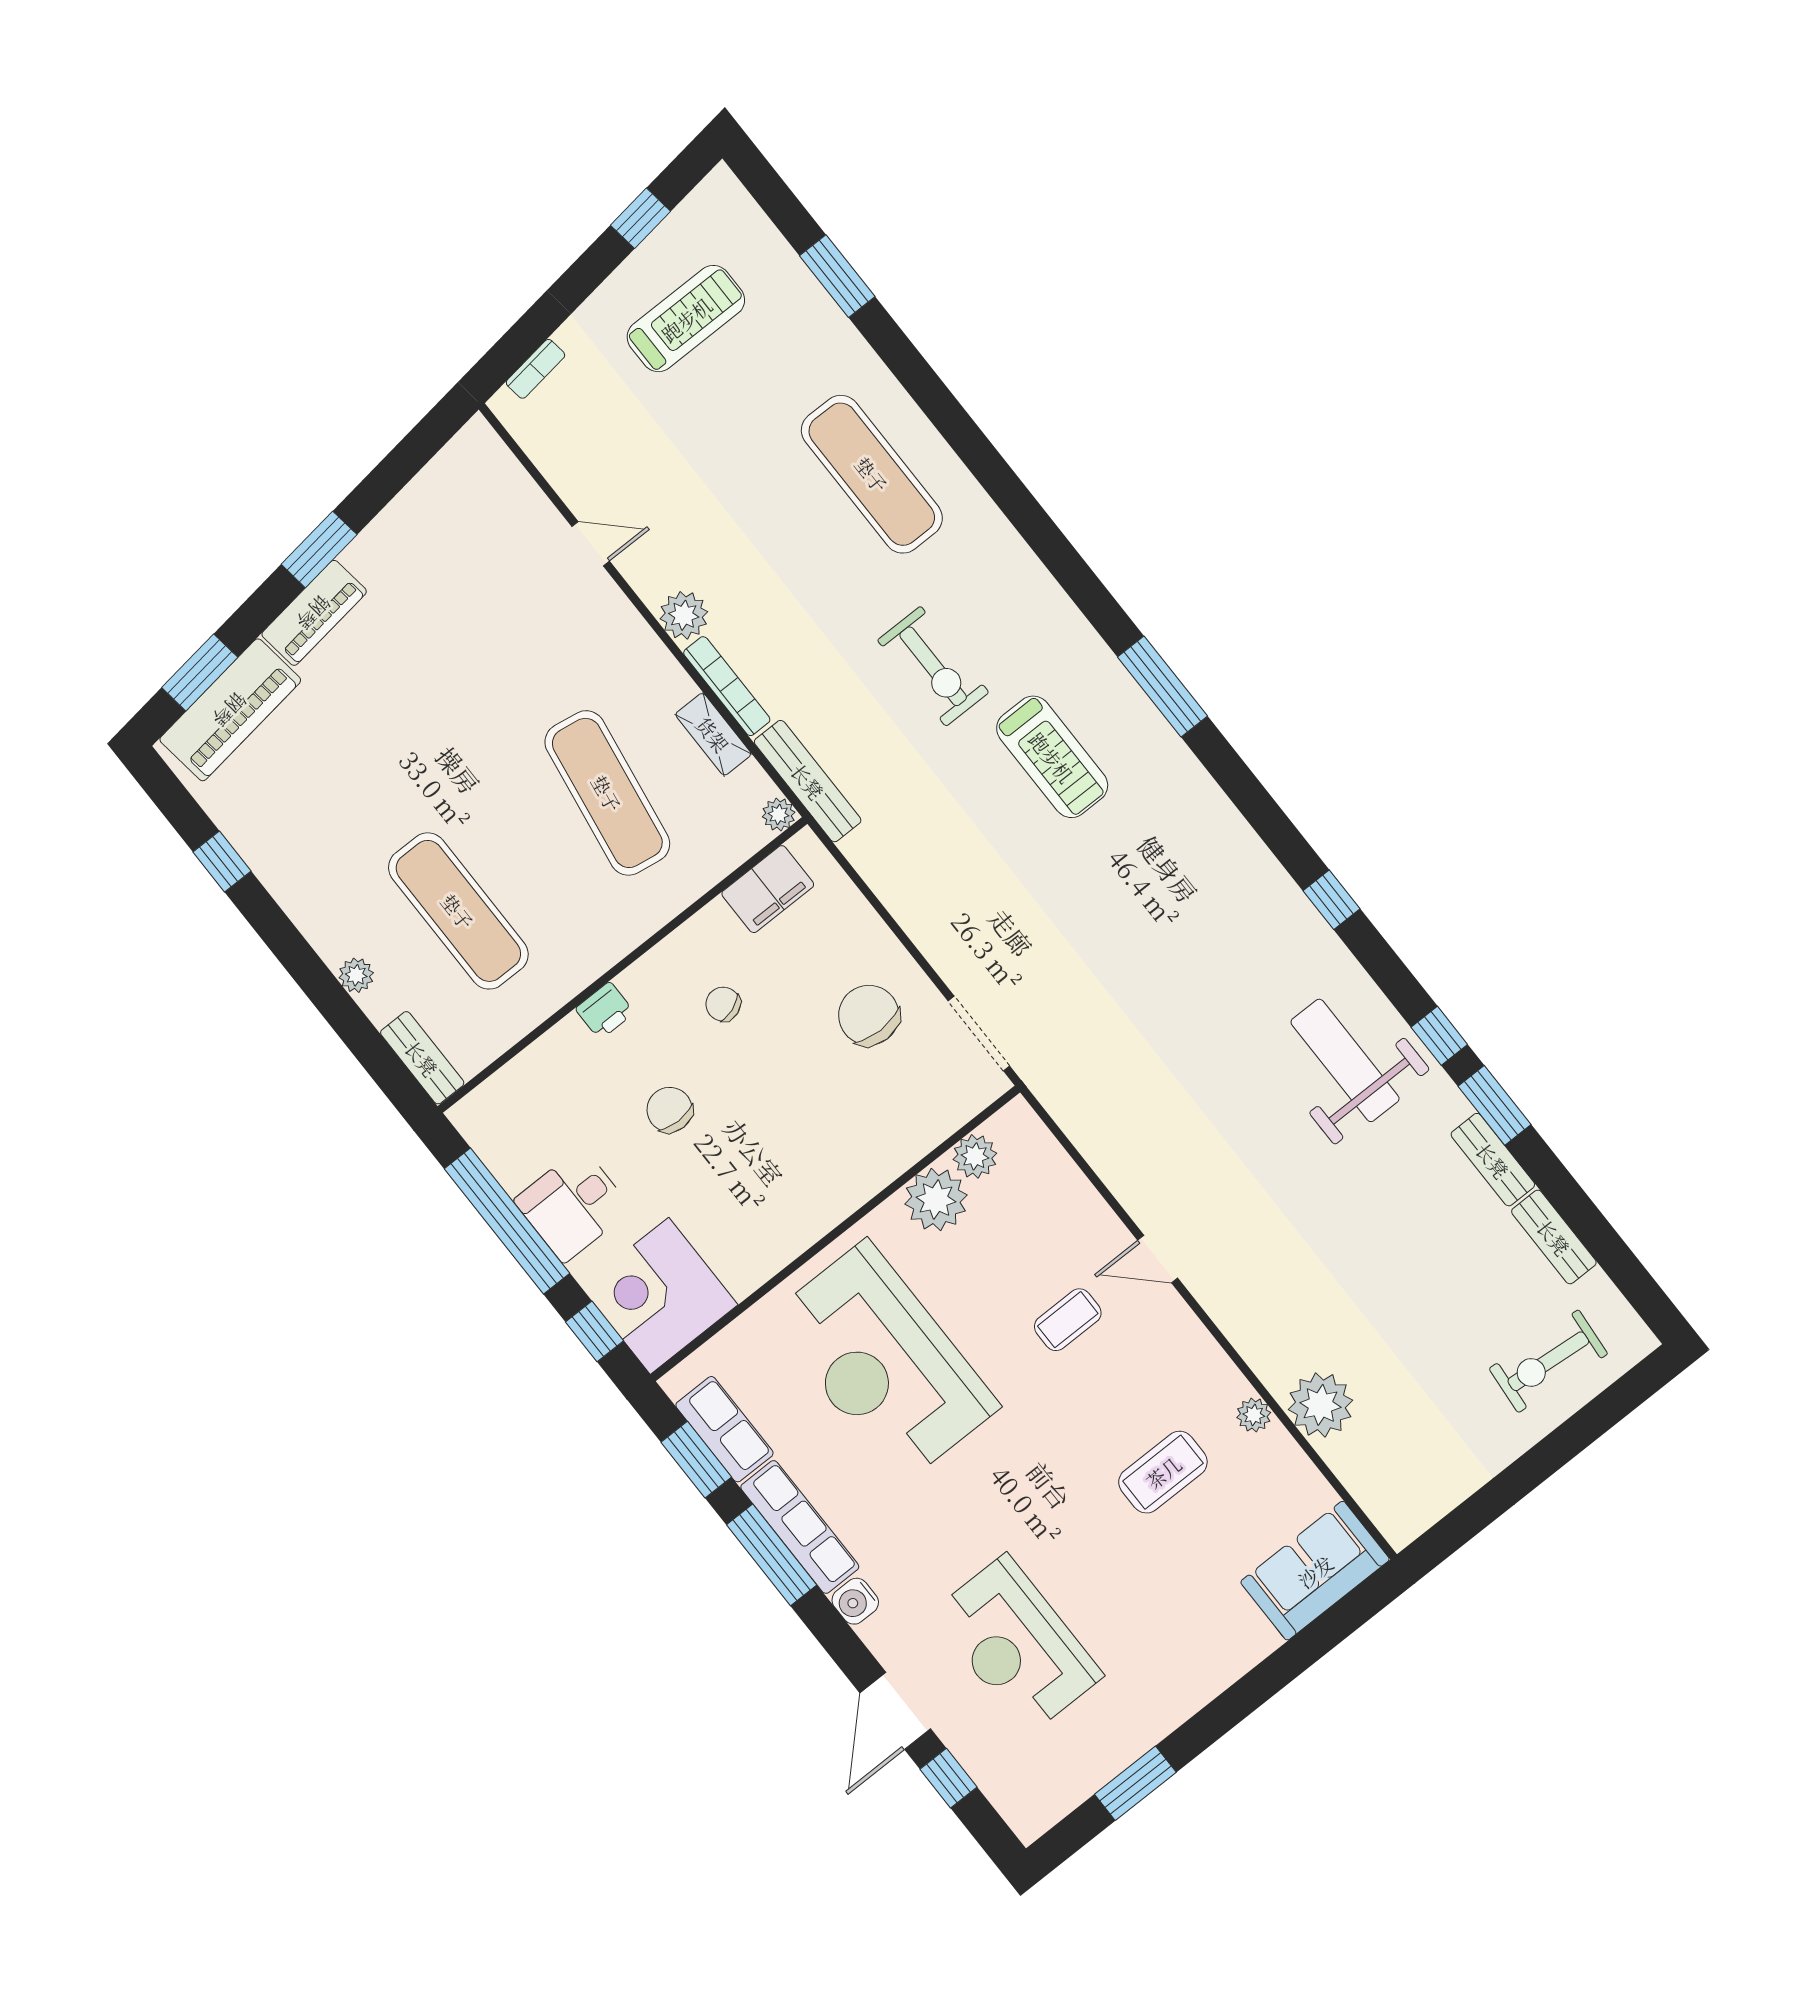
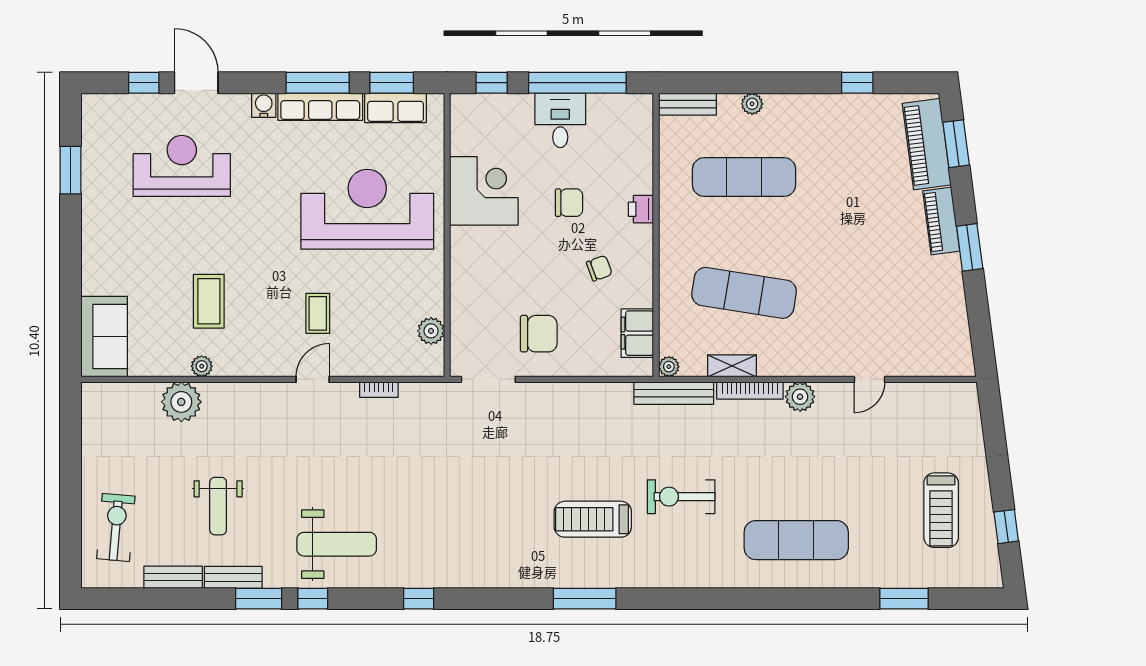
bookcase: (535, 369) -> (379, 390), moved, turned -83
plant: (936, 1200) -> (425, 296), removed
weight bench: (1417, 1252) -> (218, 506), added
corner desk: (659, 1296) -> (484, 191), moved

